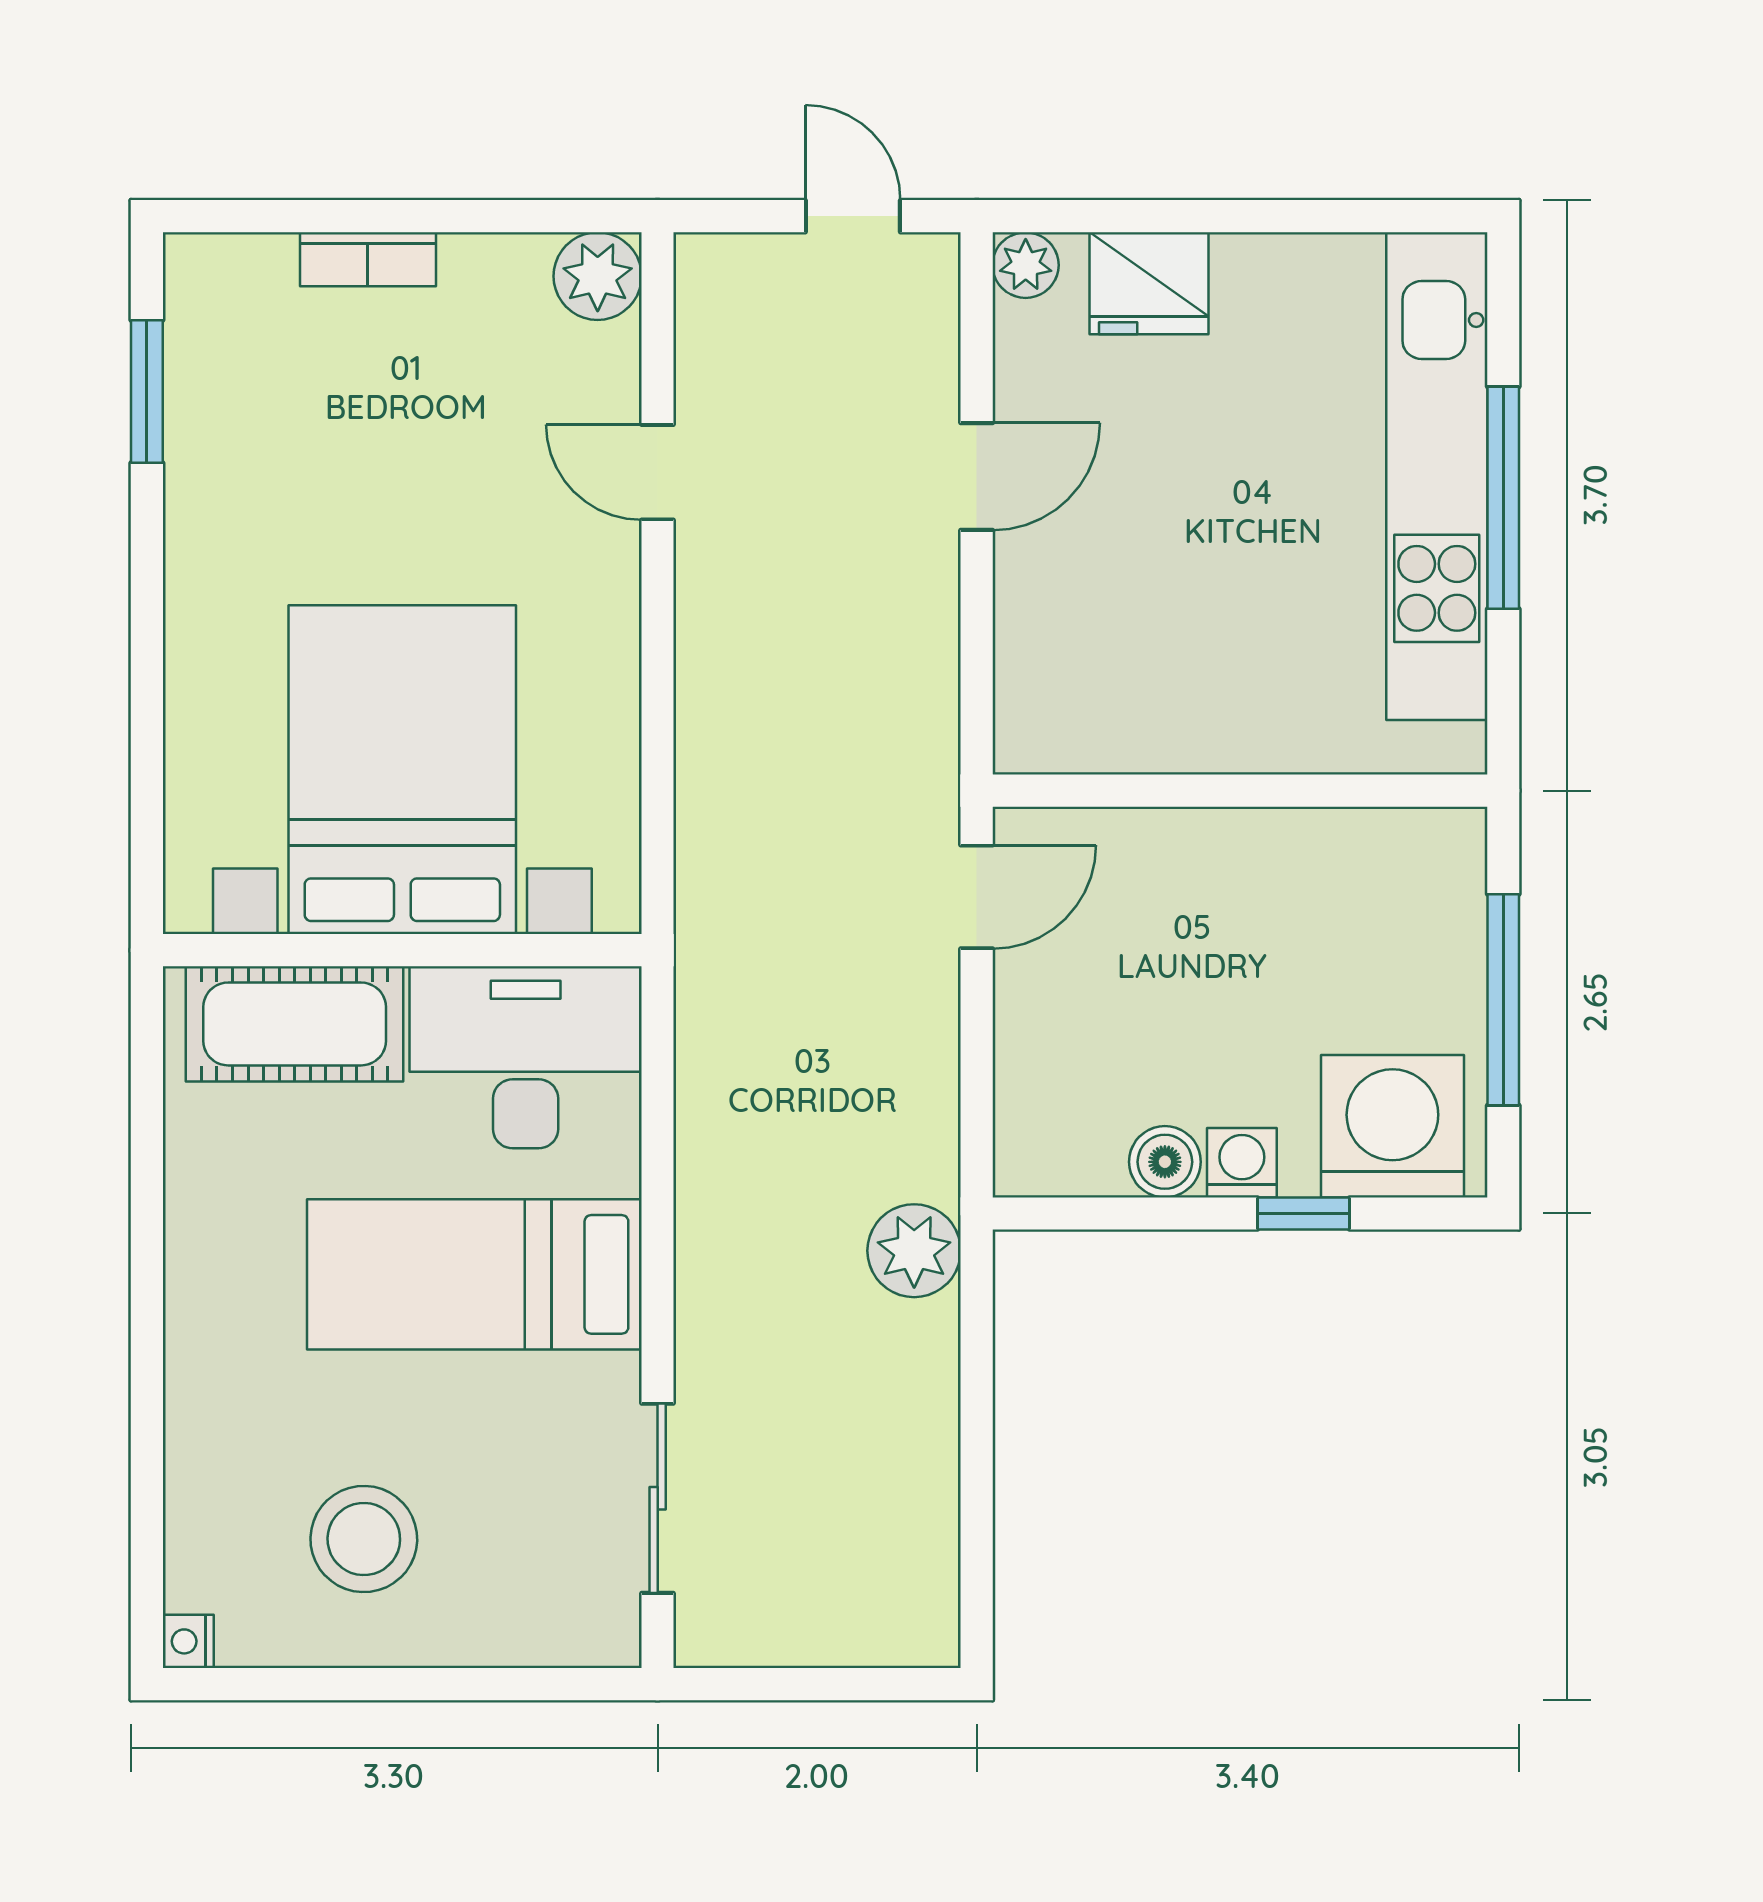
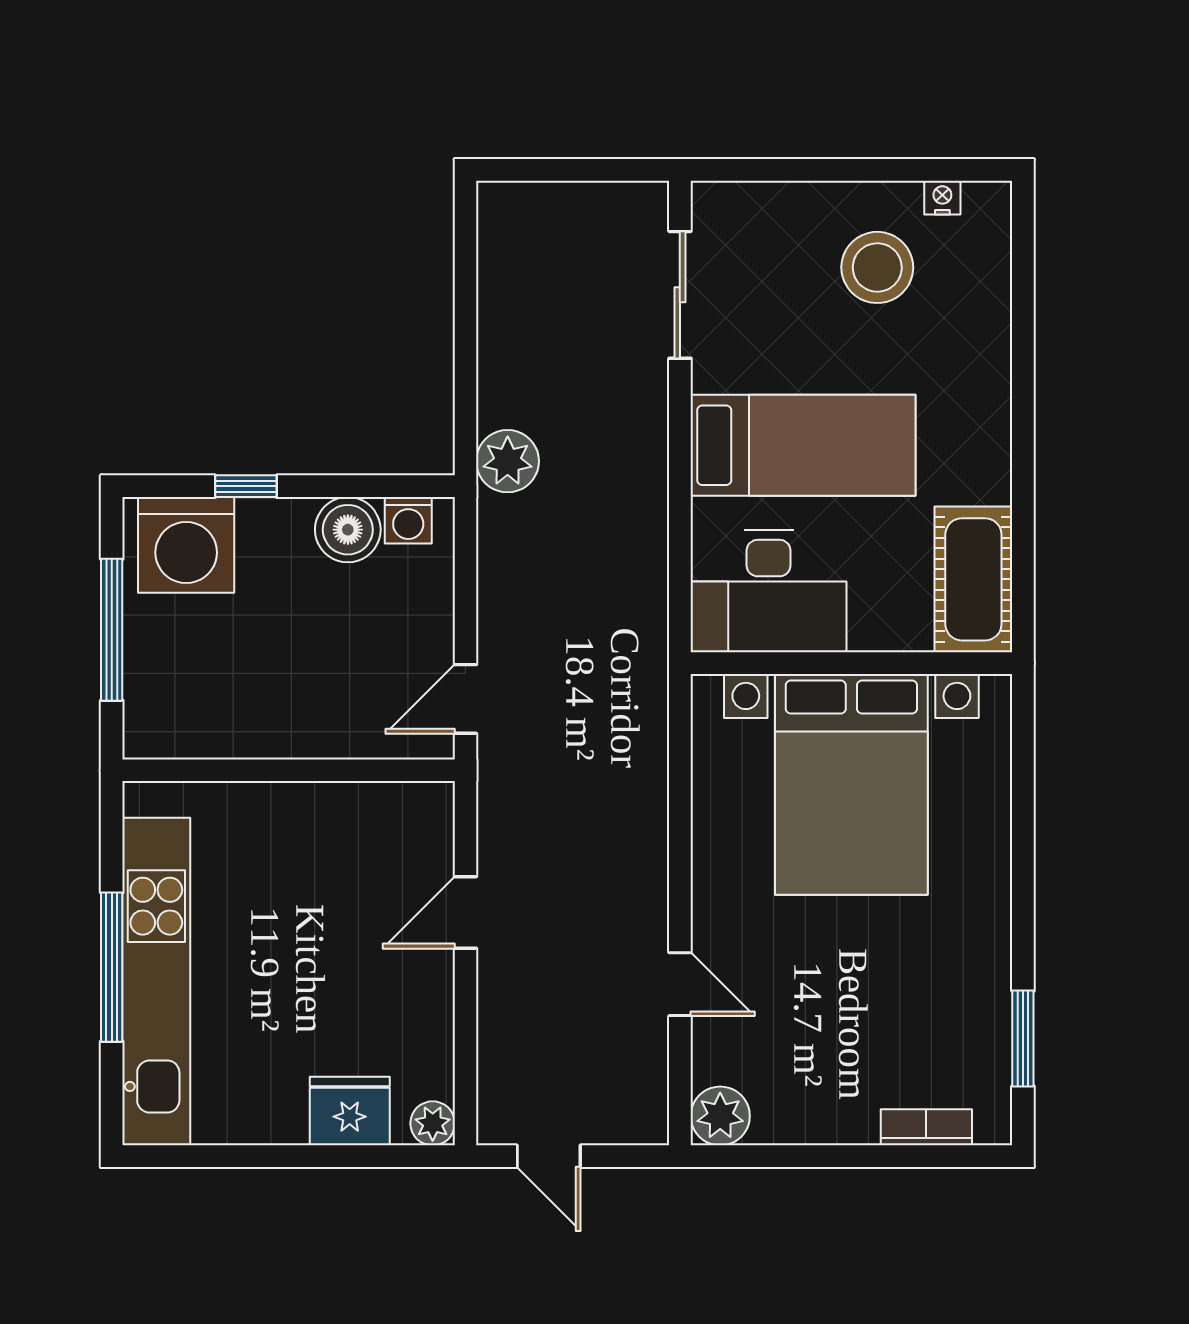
bookcase: (368, 259) -> (926, 1127), moved
door: (977, 476) -> (465, 912), moved
cot: (295, 1024) -> (973, 579), moved, turned 90
boiler: (1165, 1162) -> (348, 530), width x1.36, depth x1.36
washing machine: (1242, 1163) -> (408, 520), moved
nightstand: (188, 1641) -> (942, 198), moved, turned -90

